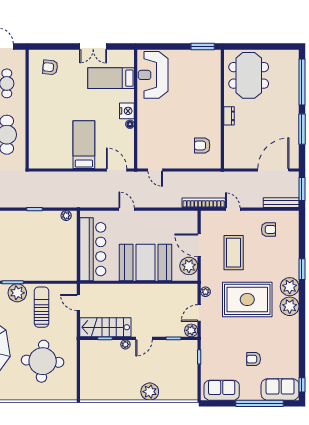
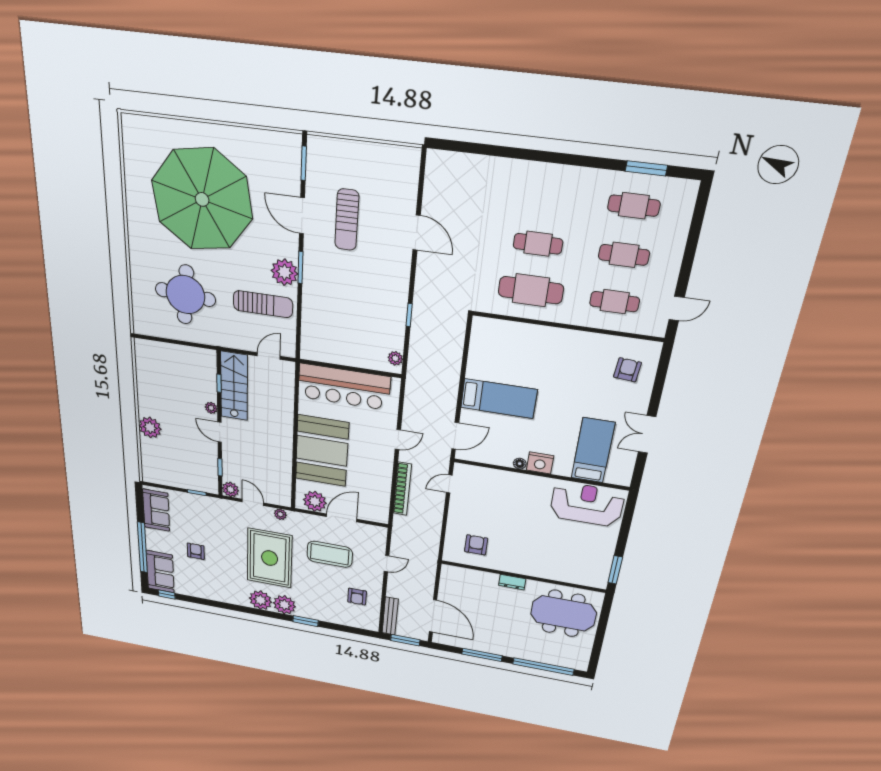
bookcase: (204, 203) -> (402, 489), moved

